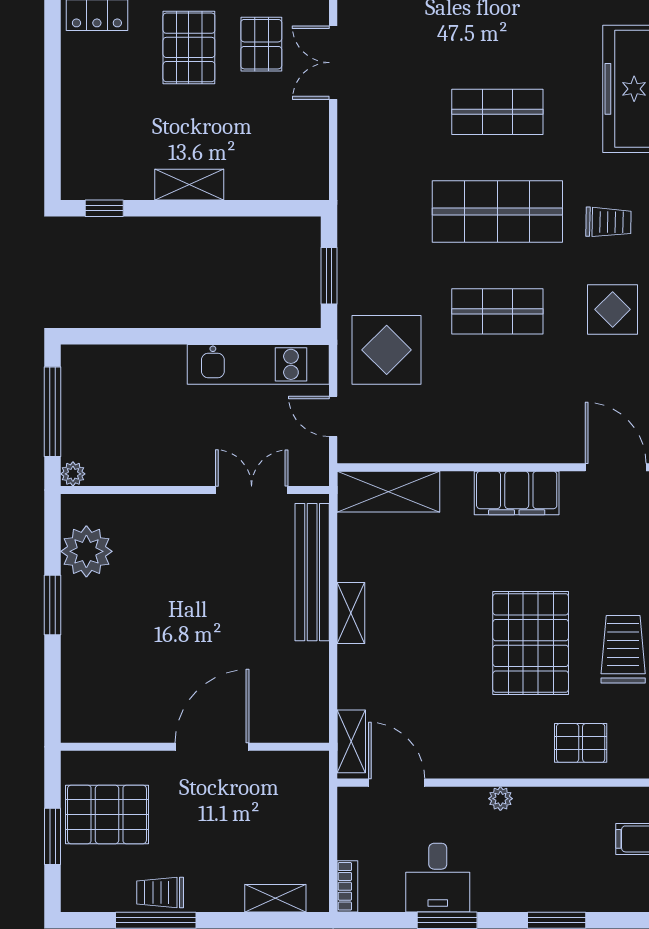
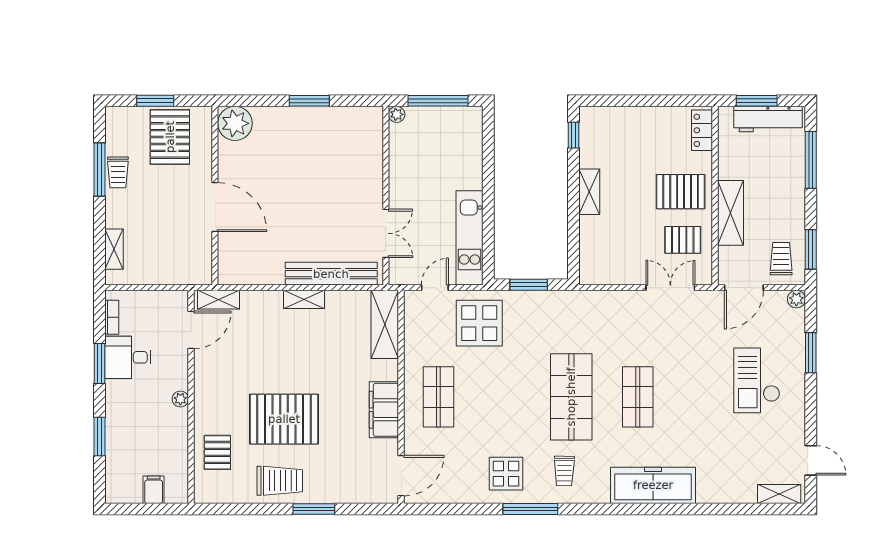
shop shelf: (497, 311) -> (438, 397), moved
plant: (86, 551) -> (235, 123), moved
bookcase: (347, 886) -> (112, 317), moved, turned -90
trolley: (160, 892) -> (118, 172), turned 180

